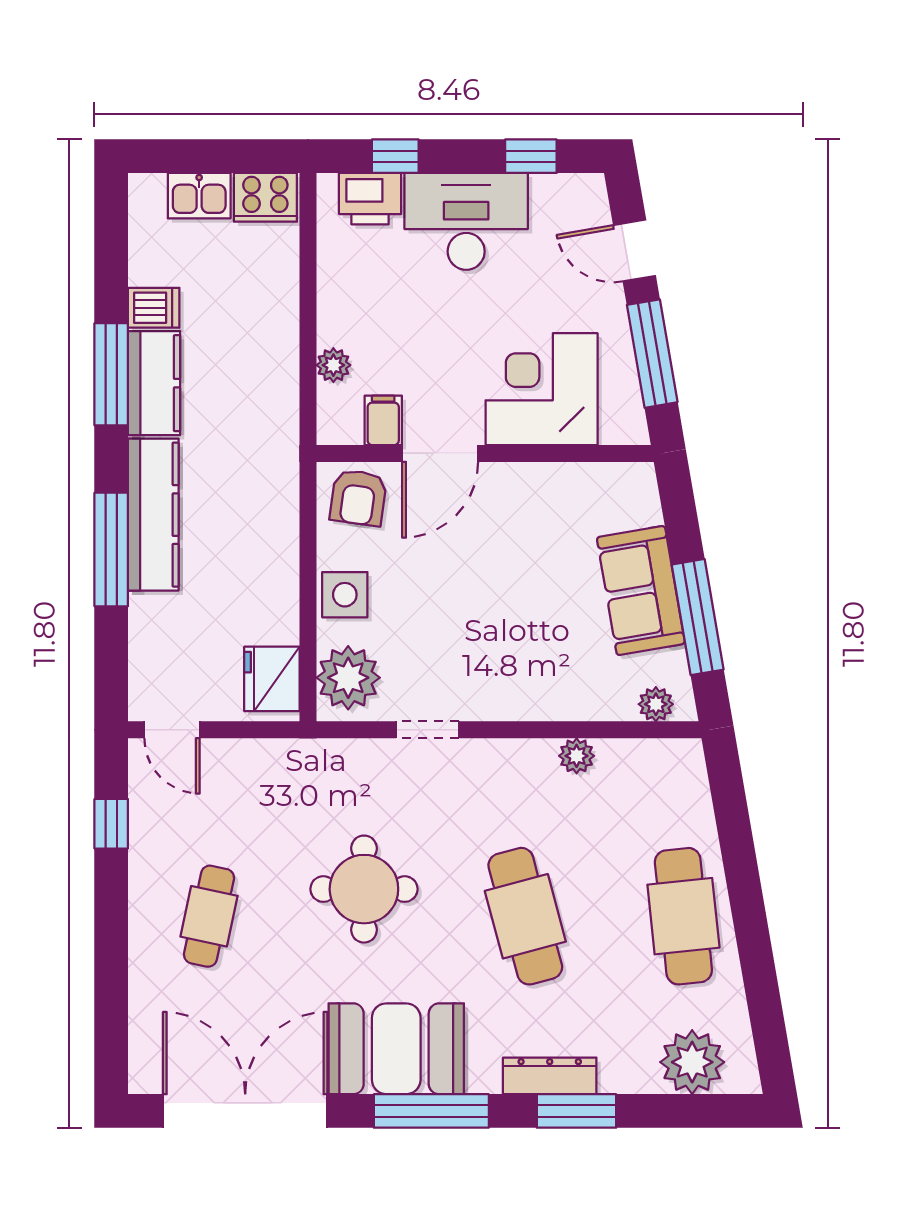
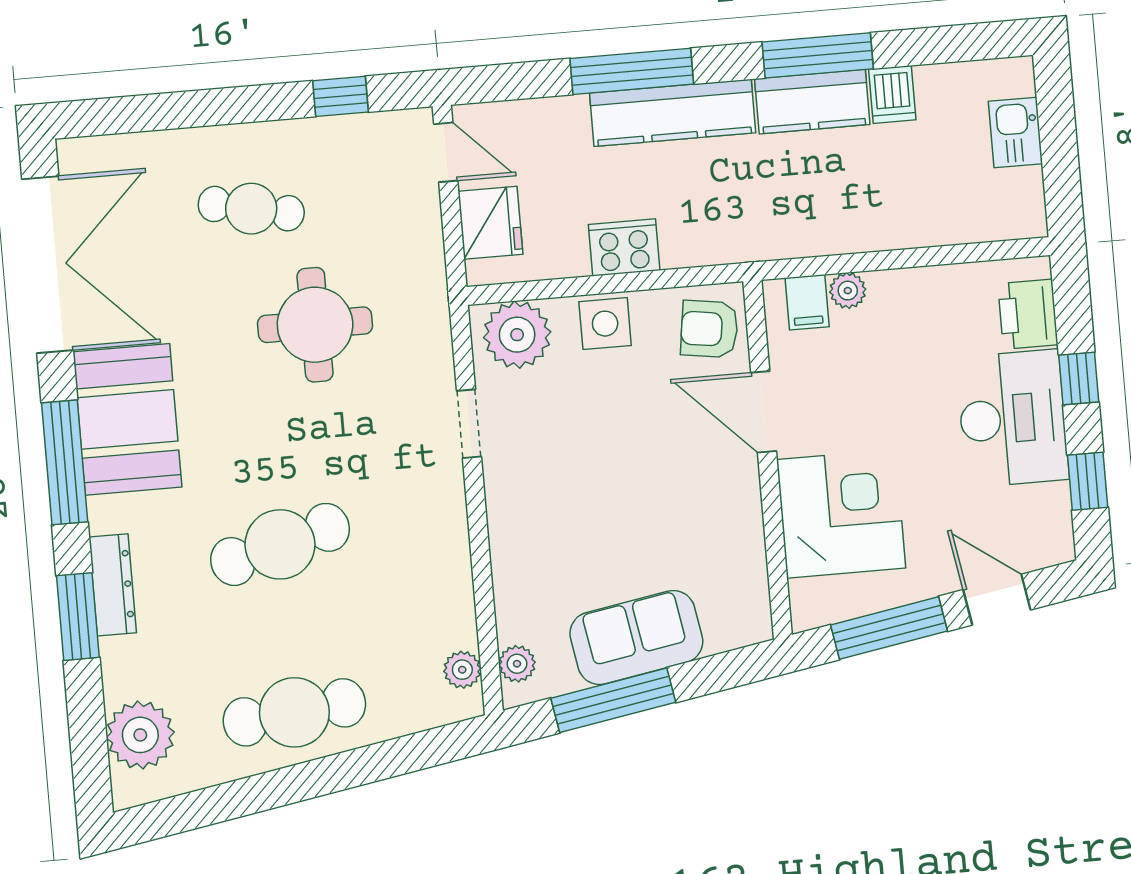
window: (395, 156) -> (1079, 378), moved
cooker: (265, 197) -> (624, 247), moved, turned 90
door: (634, 250) -> (997, 600), hinge flipped
filing cabinet: (383, 420) -> (807, 302), moved, turned 90
fridge: (272, 679) -> (490, 223), moved, turned 90
door: (172, 730) -> (446, 152), swing flipped
plant: (577, 756) -> (462, 670), moved
round table: (364, 889) -> (315, 325), moved

